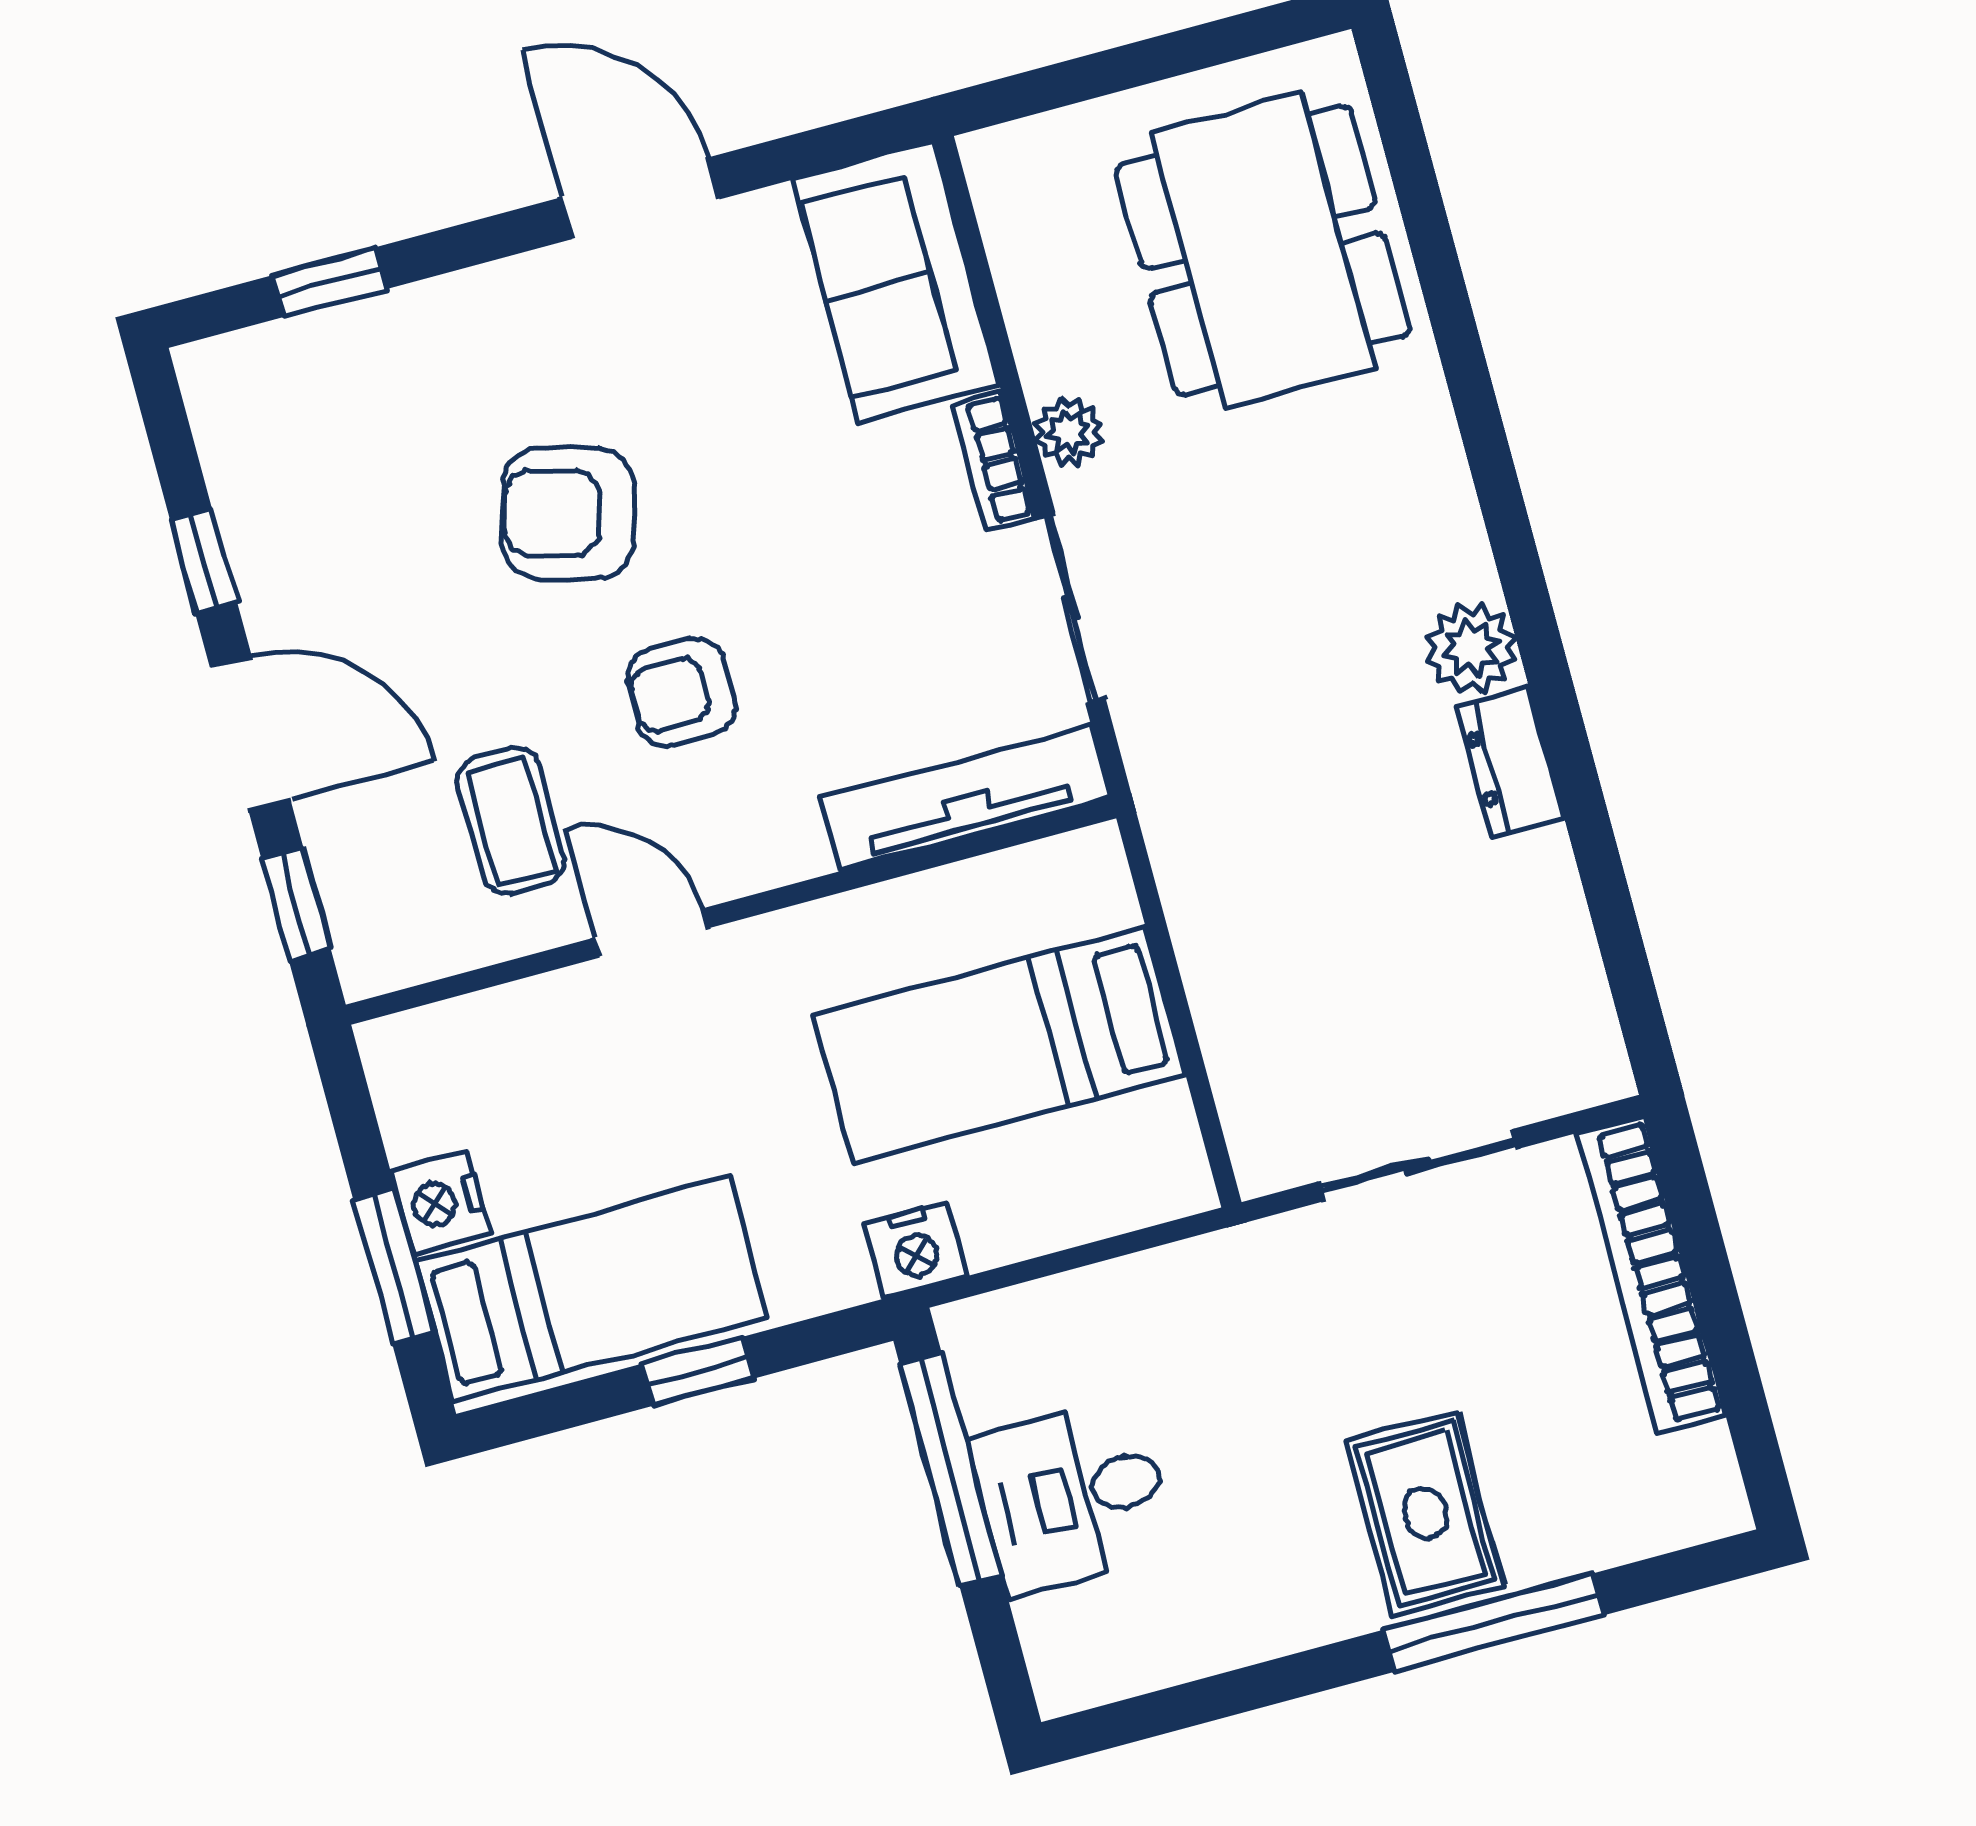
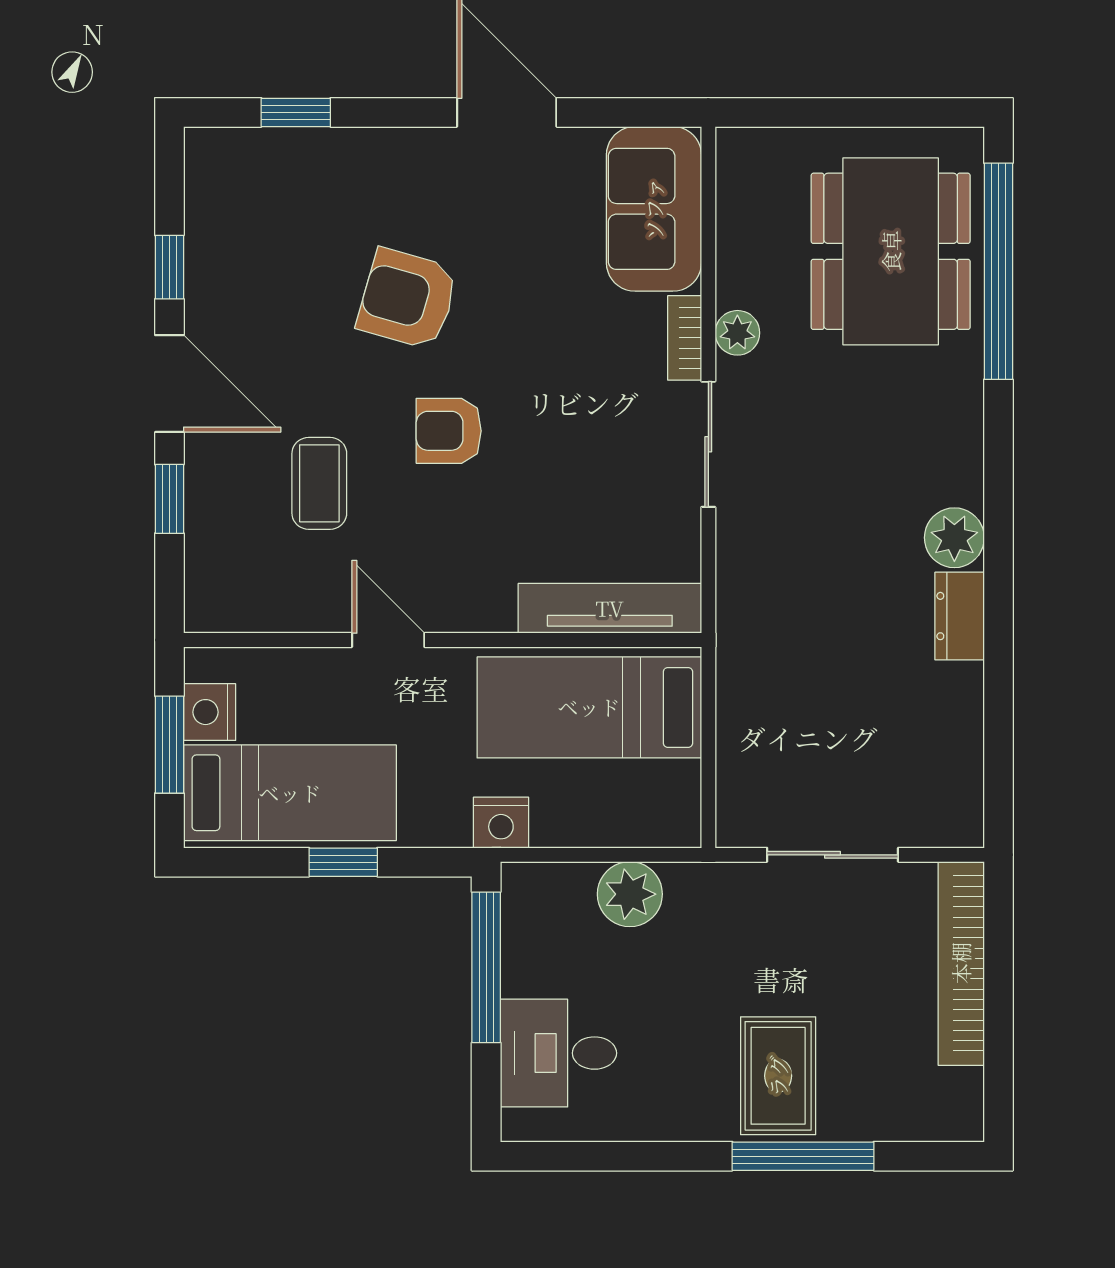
window: (1430, 237) -> (998, 271), added
tv unit: (966, 798) -> (610, 608), moved
wall: (731, 911) -> (443, 640), moved
door: (651, 933) -> (388, 640), moved
plant: (1134, 1304) -> (630, 894), added
desk: (1072, 1496) -> (558, 1053), moved

